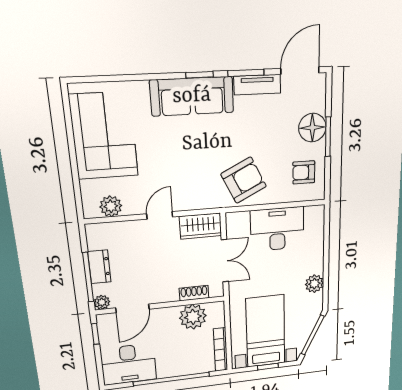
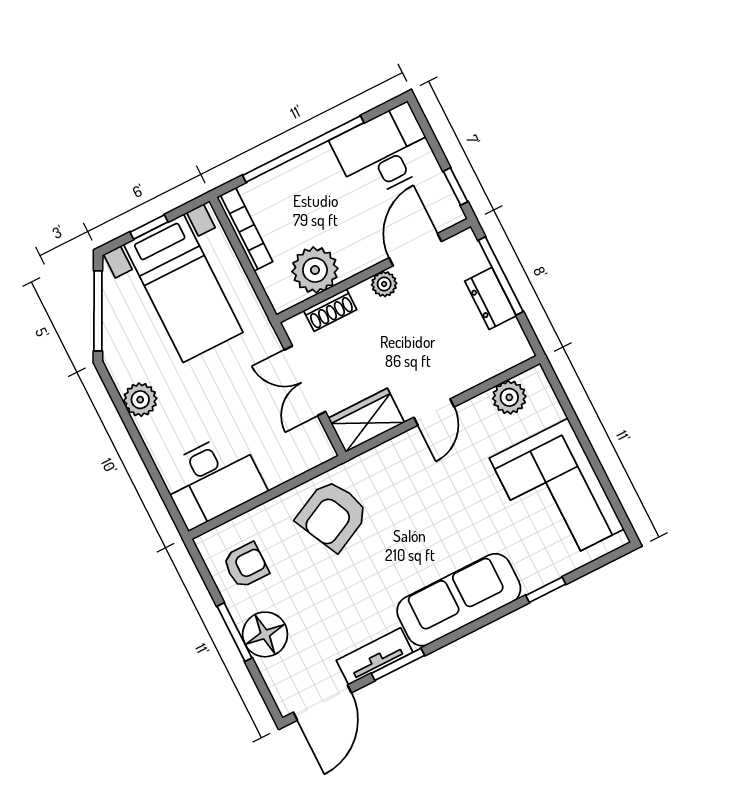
window: (200, 75) -> (546, 590), moved
desk: (277, 229) -> (212, 480), moved
plant: (102, 302) -> (384, 284), moved

